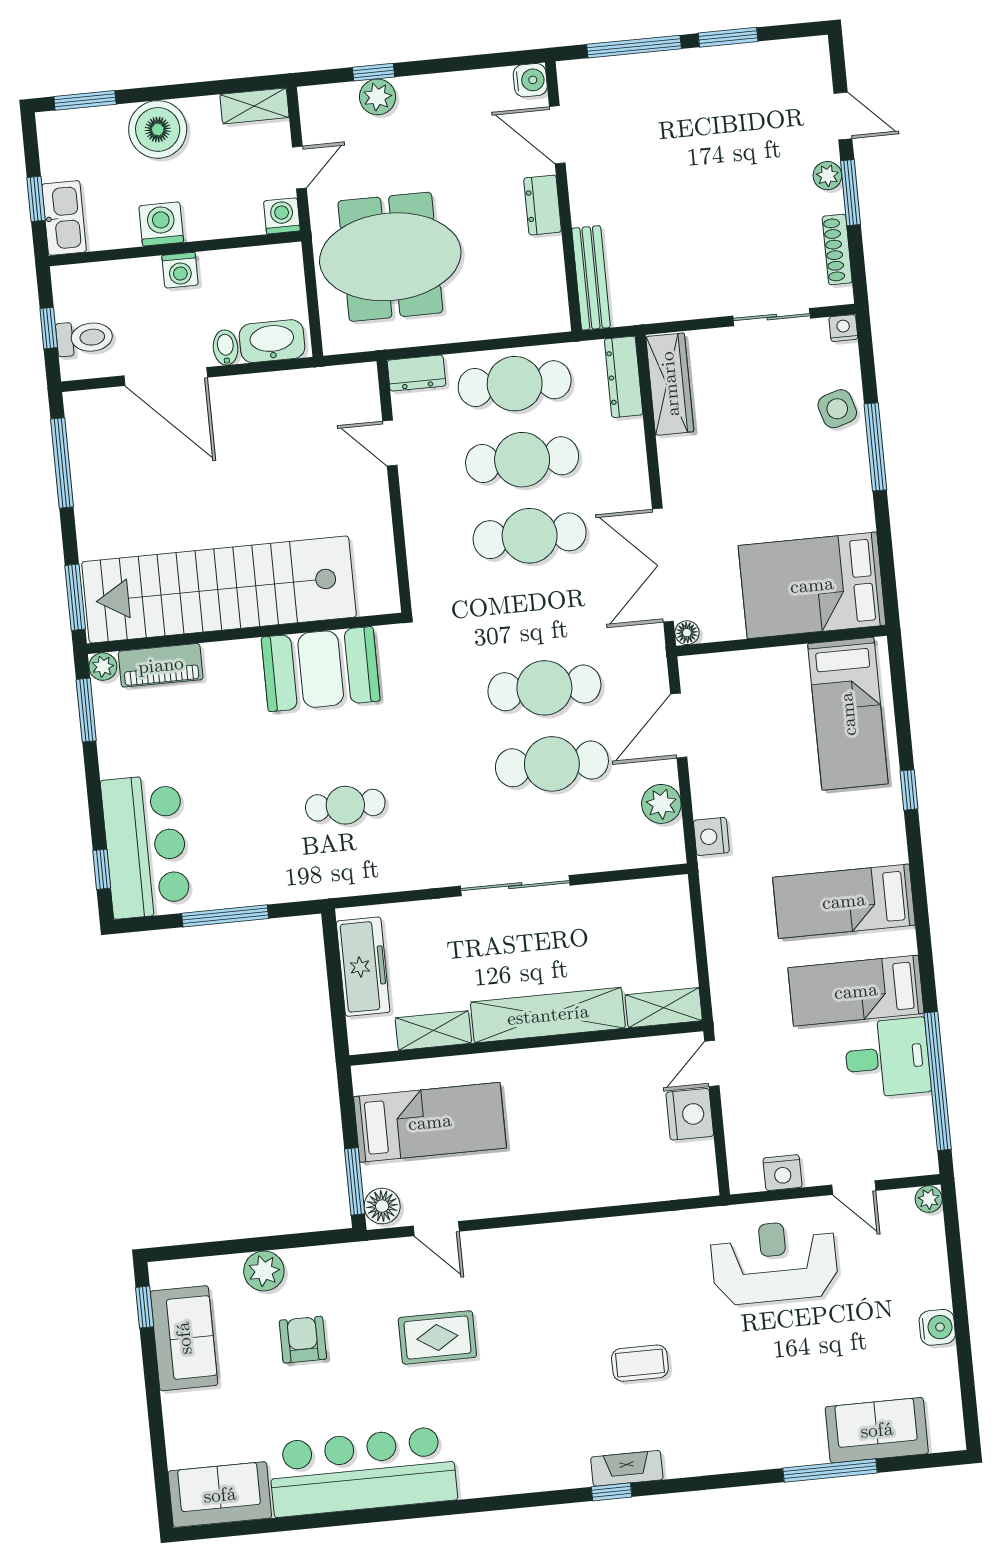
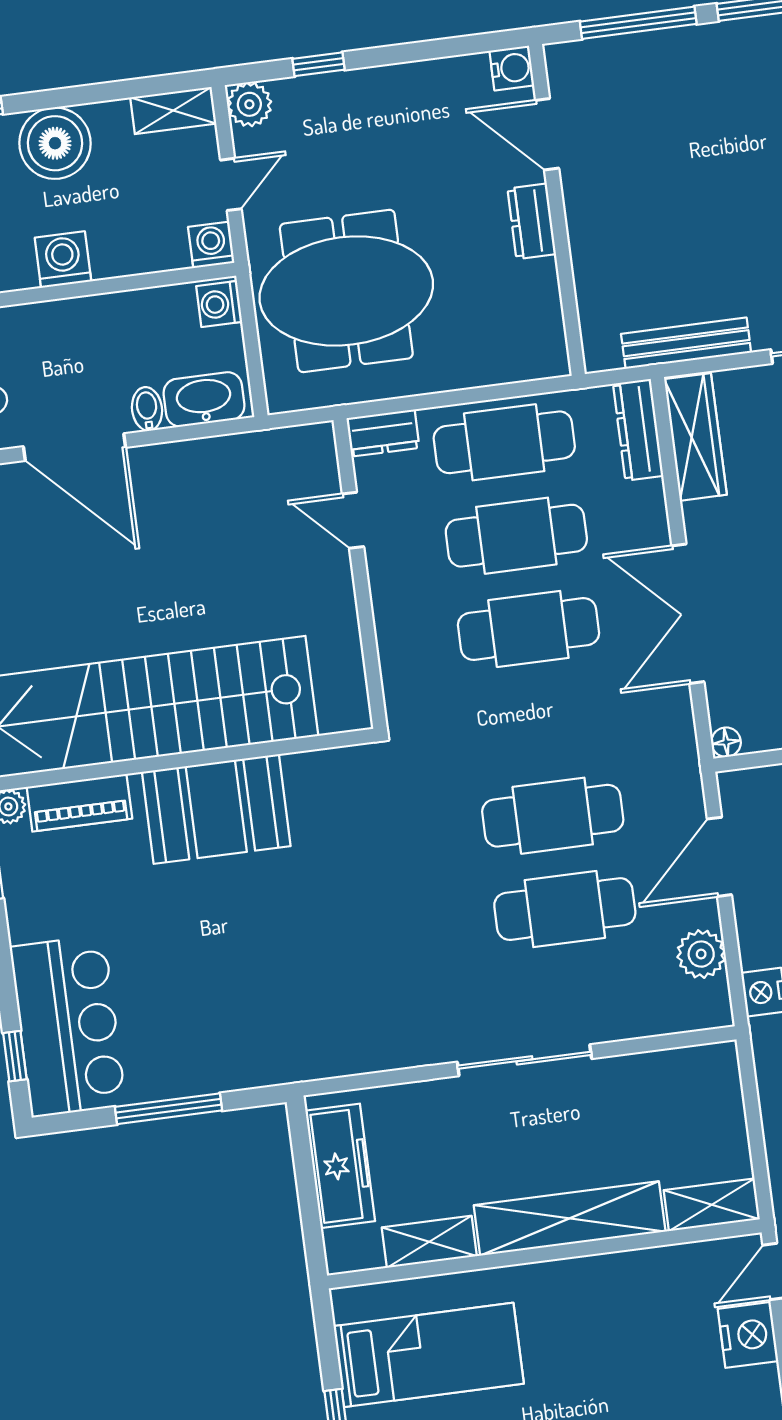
plant: (377, 97) -> (249, 104), moved
washing machine: (180, 270) -> (219, 304), moved, turned 90
bench: (591, 278) -> (686, 343), moved, turned 90
double door: (663, 565) -> (688, 614), moved
booth: (321, 669) -> (216, 809), moved
cafe table: (345, 805) -> (312, 968), removed

